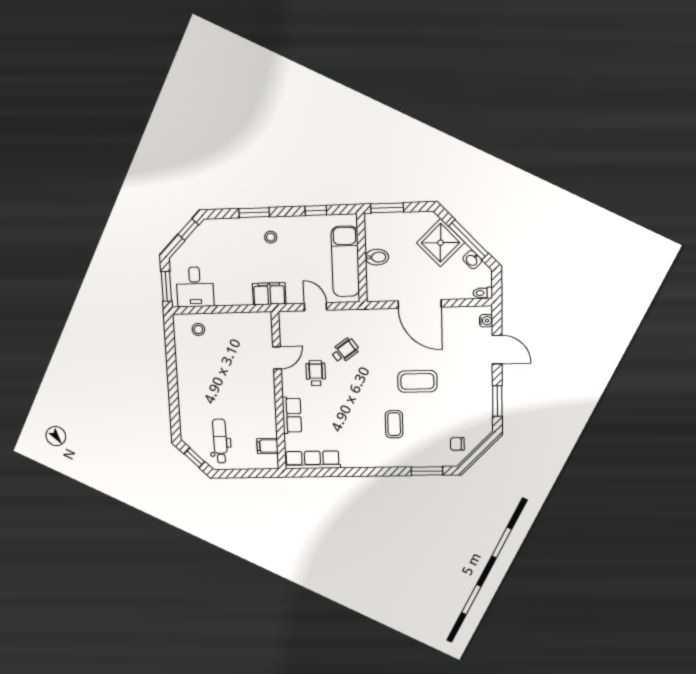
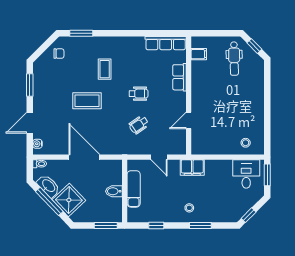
washbasin: (472, 260) -> (48, 186), width x1.91, depth x1.45
exam couch: (345, 261) -> (134, 189), width x0.73, depth x0.69
door: (497, 350) -> (30, 123), hinge flipped
wheelchair: (316, 373) -> (139, 94), moved, turned -90

